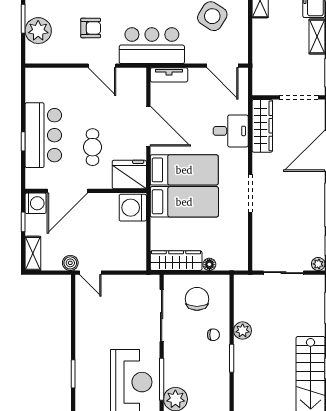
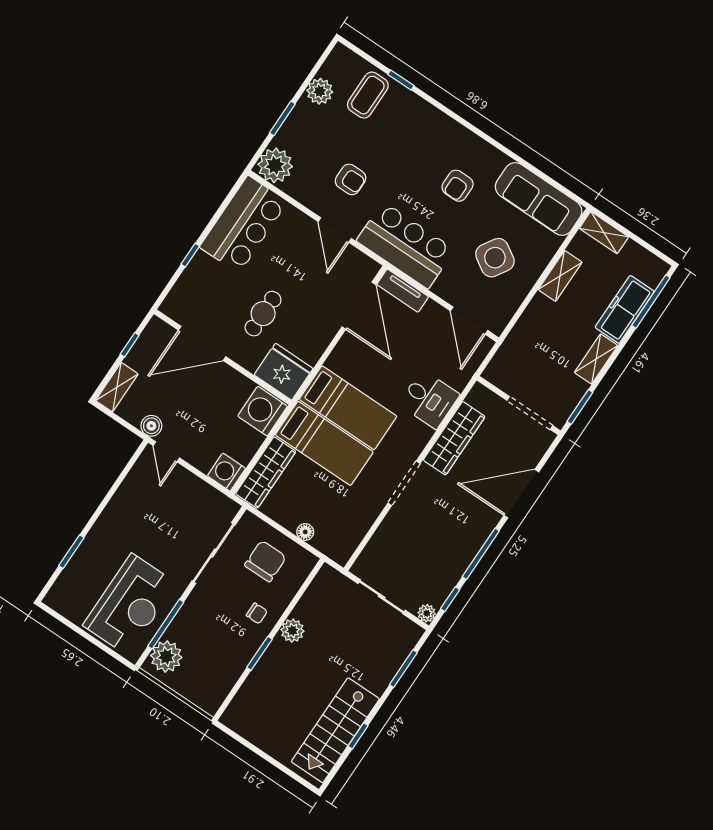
plant: (38, 31) -> (275, 165), moved
door: (148, 126) -> (359, 306), moved
wardrobe: (262, 126) -> (454, 438), moved
bar counter: (43, 135) -> (243, 224), moved
washing machine: (36, 203) -> (226, 472), moved, turned 180
wardrobe: (176, 261) -> (266, 473), moved, turned 90

